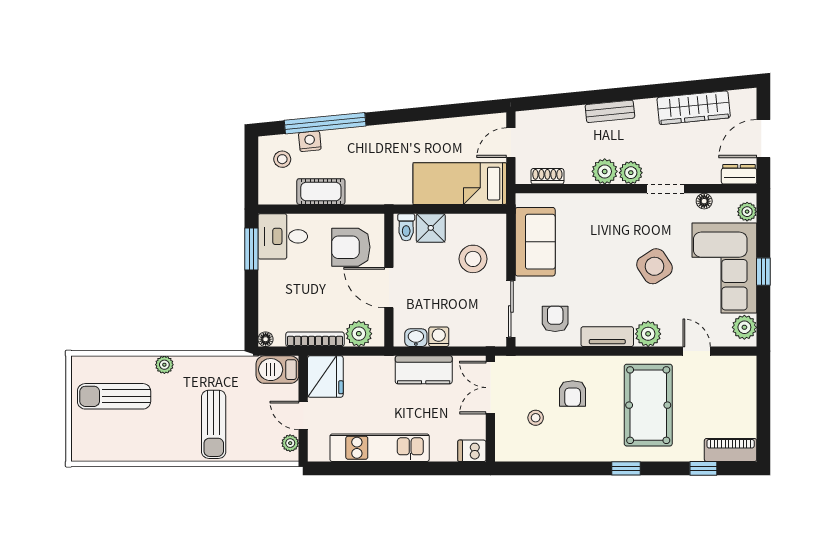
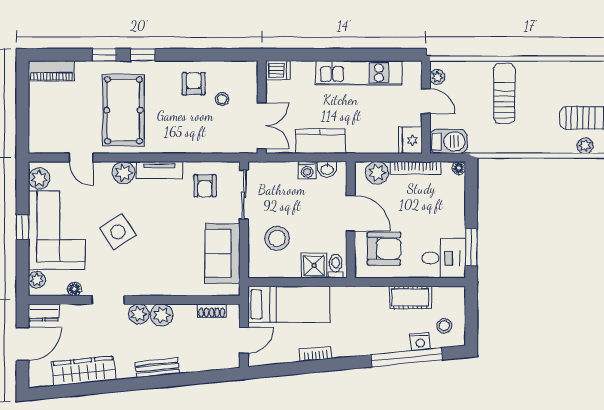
bookcase: (429, 127) -> (316, 354), added
plant: (164, 365) -> (585, 146), moved
fridge: (325, 376) -> (410, 140), width x0.73, depth x0.75
armchair: (573, 393) -> (194, 84), moved
window: (703, 468) -> (104, 55), moved

